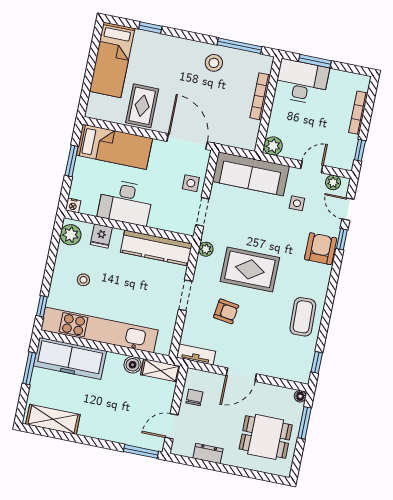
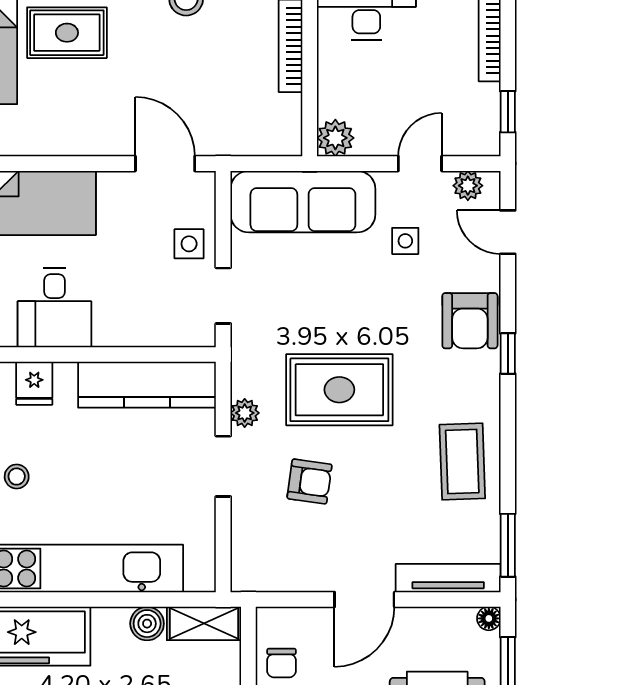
rug: (142, 106) -> (67, 33), moved, turned 90
door: (187, 142) -> (165, 164), width x0.73
desk: (125, 202) -> (55, 308), width x0.73
window: (342, 239) -> (508, 353), moved
plant: (206, 249) -> (245, 413), moved
armchair: (321, 249) -> (470, 321), turned 180
tv unit: (196, 354) -> (448, 578), moved, width x1.41
window: (317, 362) -> (508, 545), width x1.50
chair: (194, 397) -> (282, 663), turned 180

